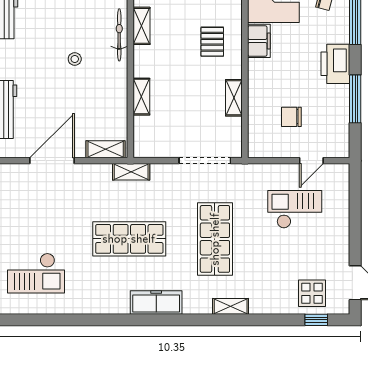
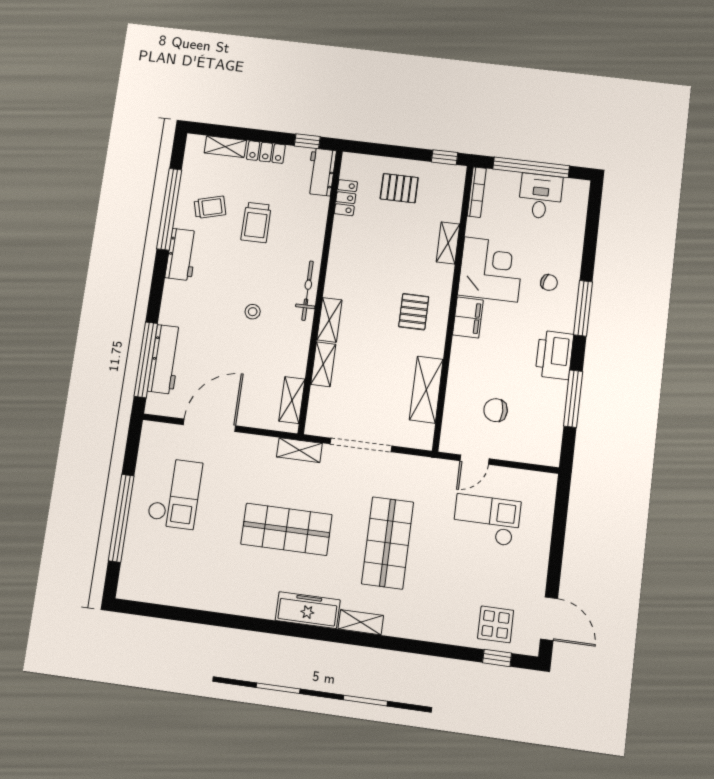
shelving: (141, 26) -> (329, 320), moved
shelving: (234, 98) -> (426, 390), width x1.50, depth x1.33
shelving: (106, 149) -> (292, 400), moved, turned 90
doorway: (205, 161) -> (361, 445), moved
door: (311, 161) -> (474, 460), moved
checkout: (36, 273) -> (175, 493), moved, turned -90
shelving: (231, 306) -> (361, 622), moved

